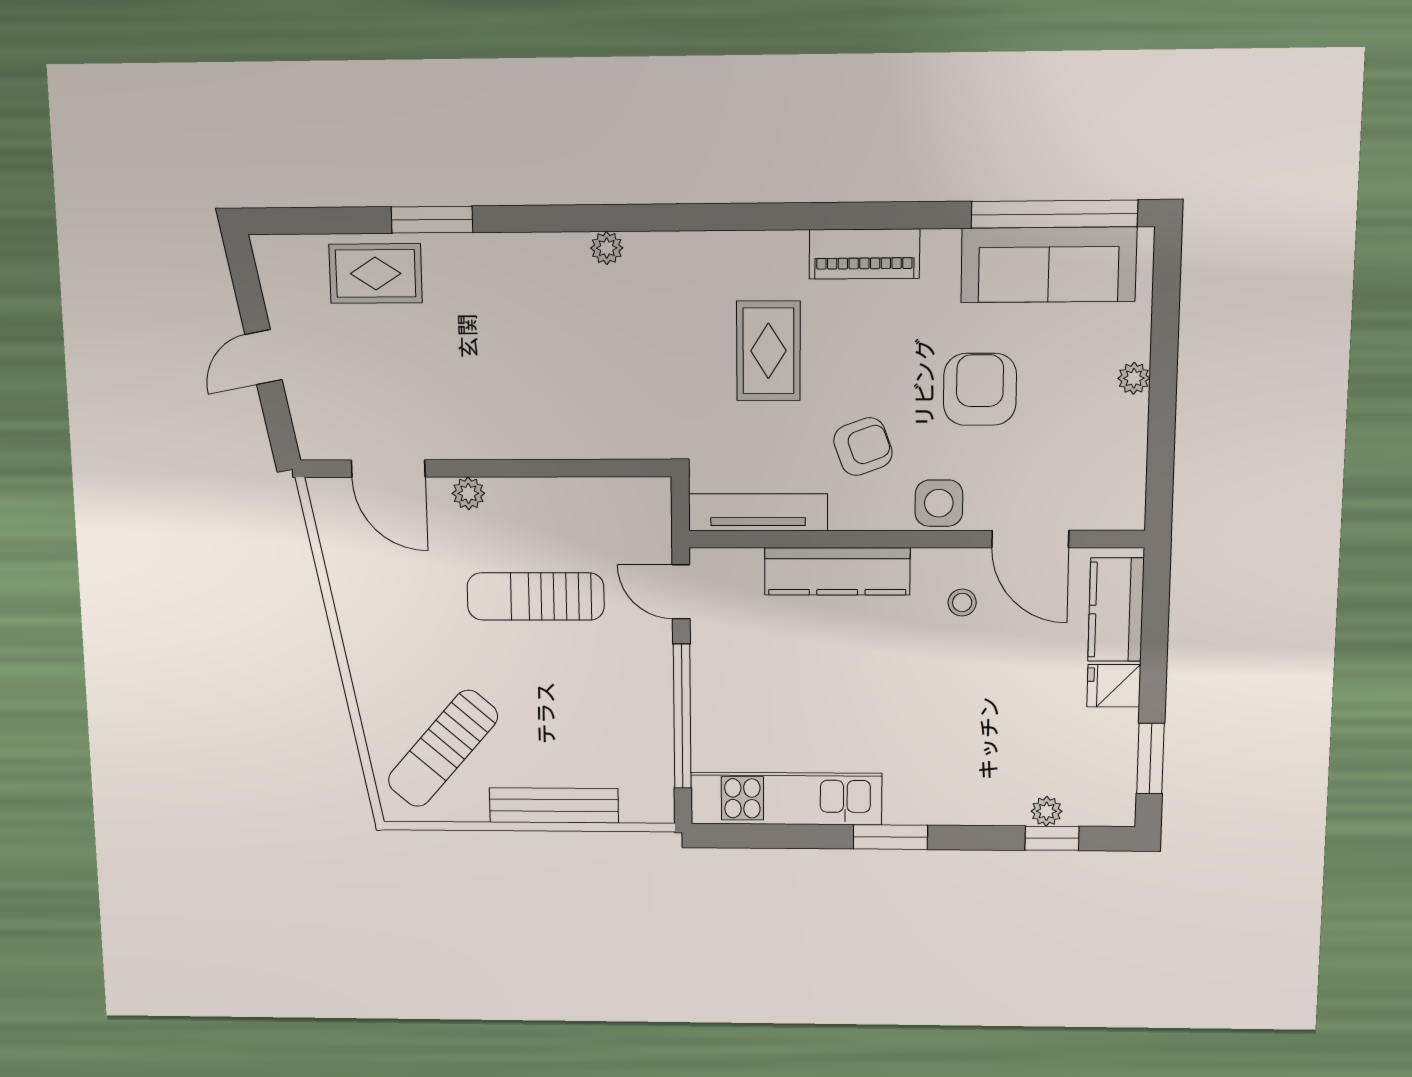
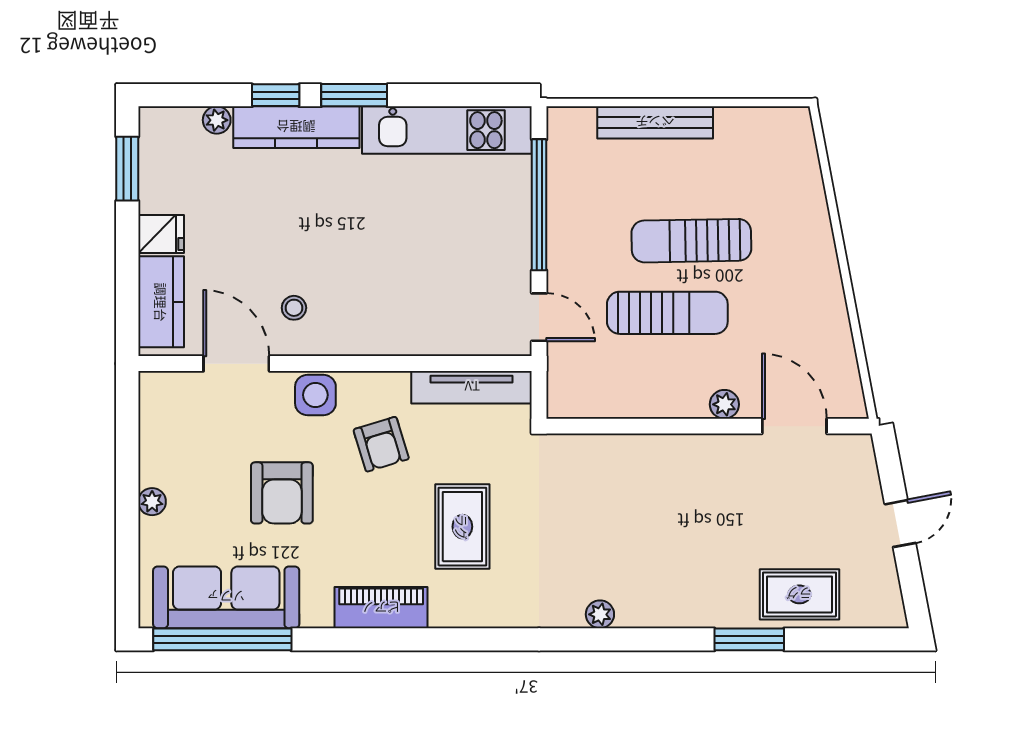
armchair: (863, 447) -> (381, 444), turned -87
kitchen counter: (837, 571) -> (296, 127), moved, turned 180
sun lounger: (443, 748) -> (691, 241), moved, turned -132
window: (1052, 838) -> (276, 95), moved

